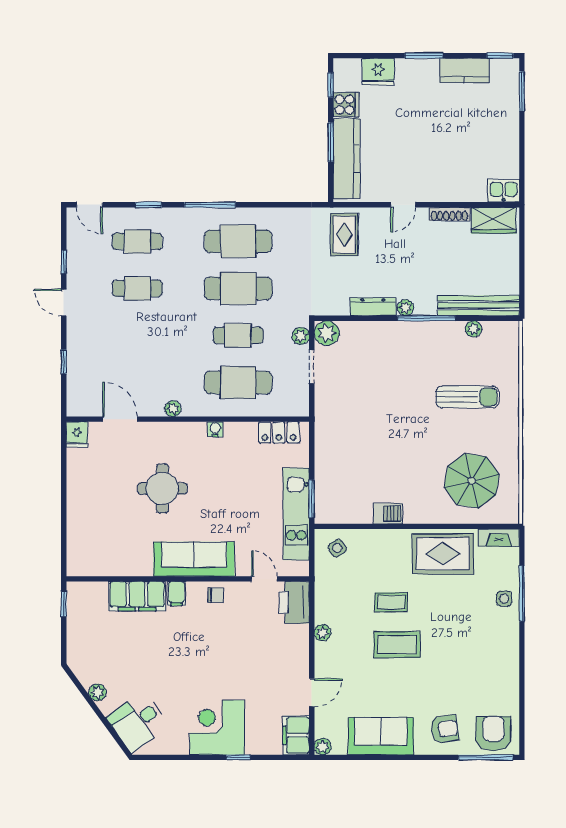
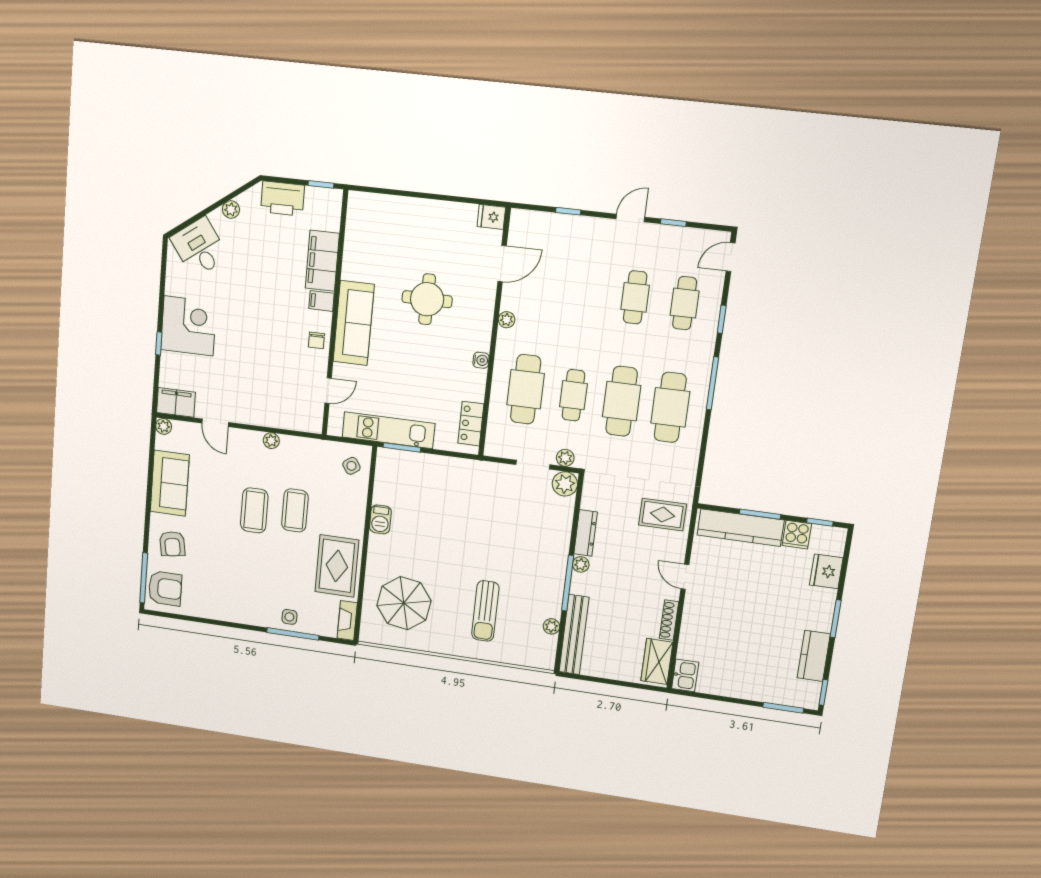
printer: (294, 602) -> (283, 199), moved, turned 180
coffee table: (391, 602) -> (295, 510), width x1.36, depth x1.30

